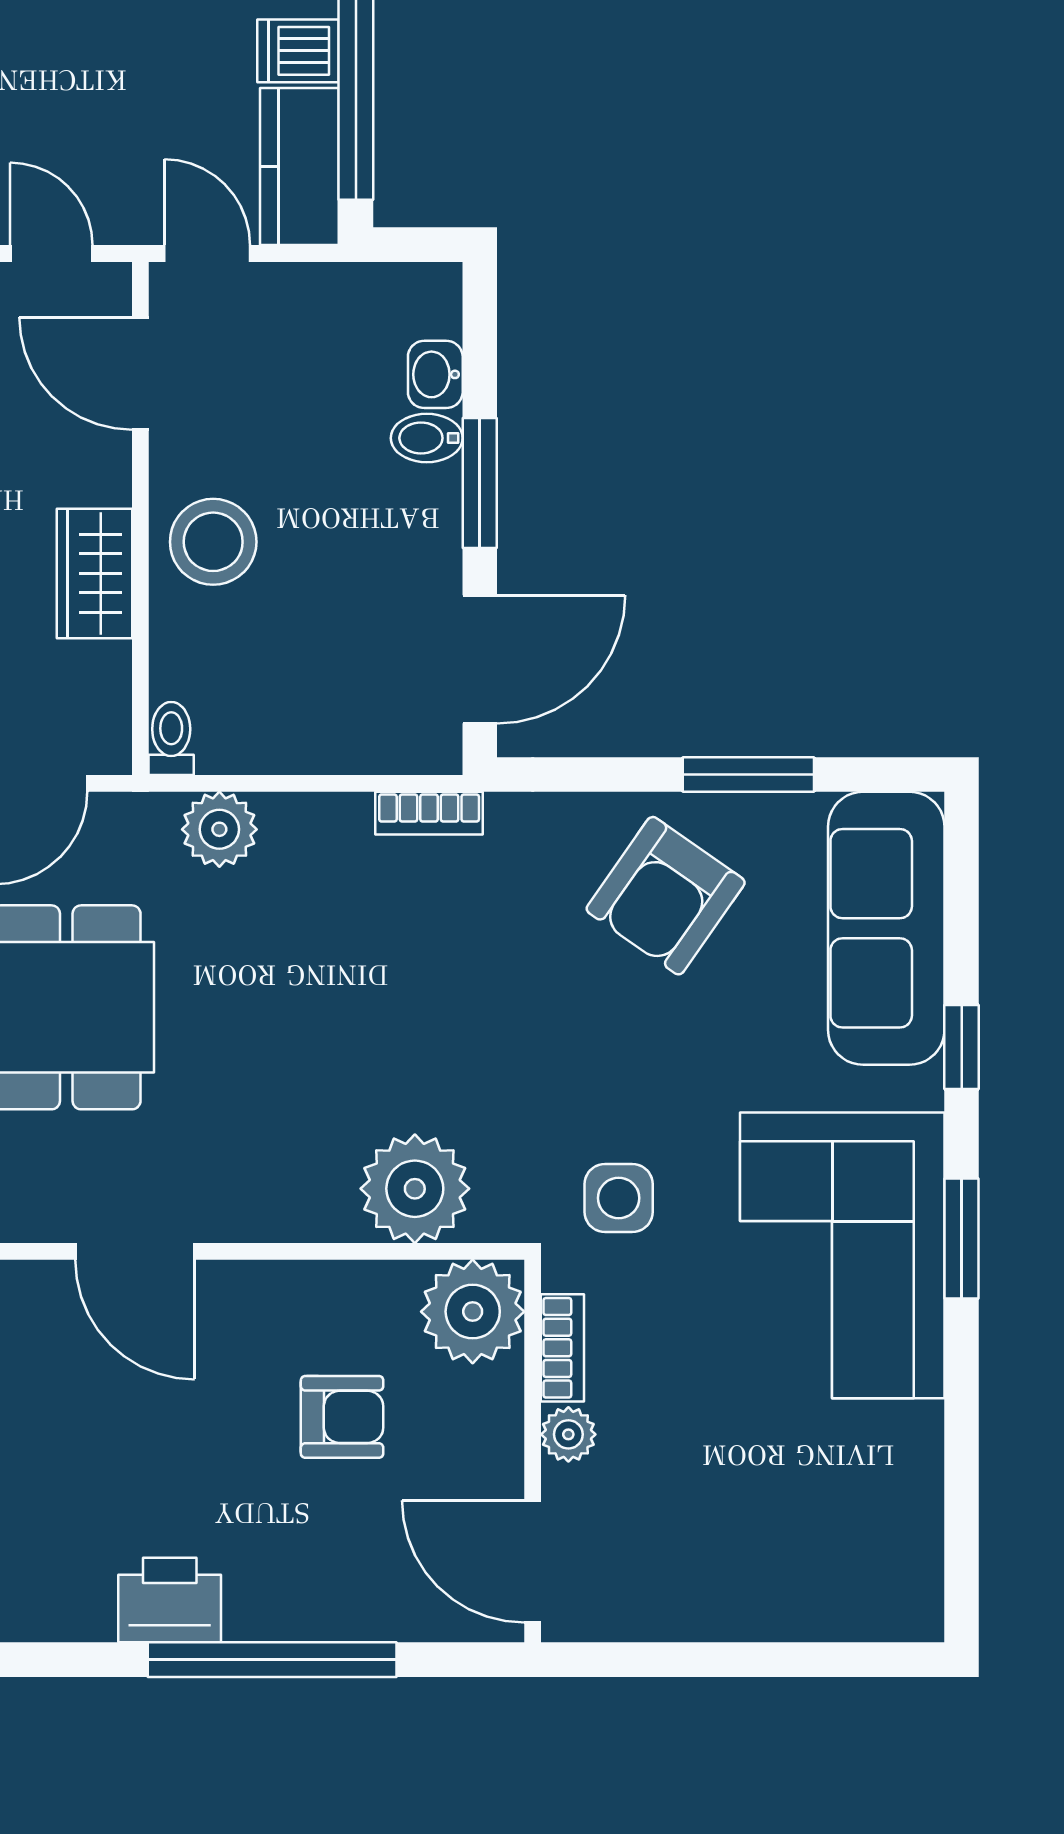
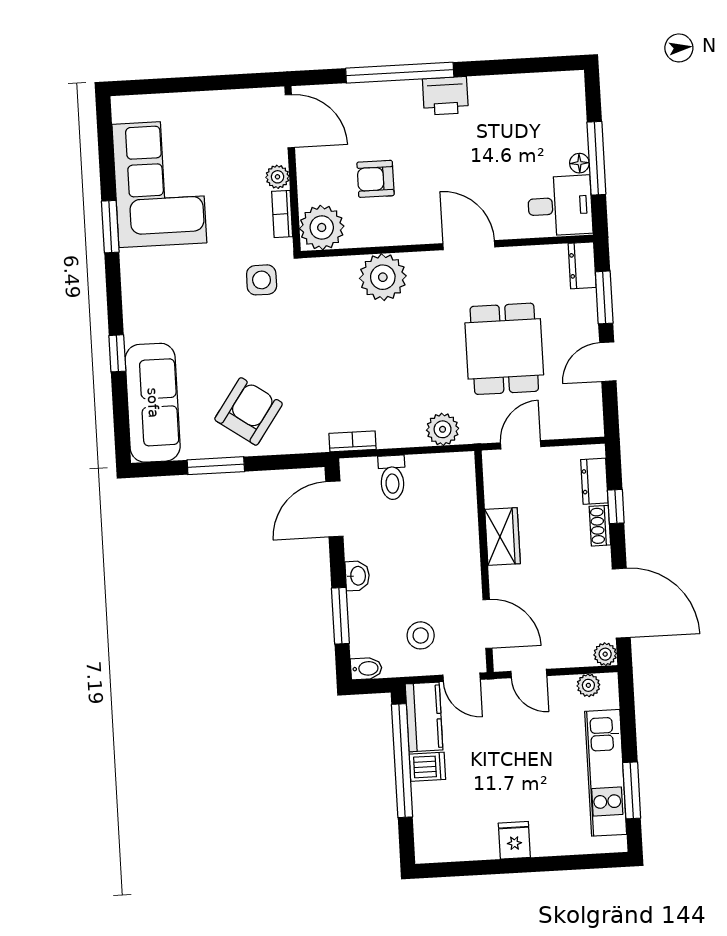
washbasin: (435, 374) -> (357, 576), moved
bidet: (427, 438) -> (366, 668), moved
window: (480, 483) -> (340, 616), moved
stool: (213, 542) -> (421, 635), moved, width x0.73, depth x0.73
toilet: (171, 739) -> (392, 477), moved, width x1.37, depth x1.39
plant: (415, 1189) -> (383, 277), moved
window: (962, 1238) -> (110, 227), moved
corner sofa: (842, 1255) -> (159, 184), moved

